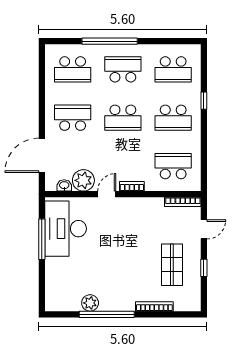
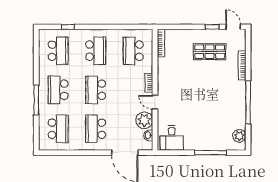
window: (110, 41) -> (36, 100), width x0.68
window: (204, 101) -> (68, 27), moved
school desk: (123, 118) -> (96, 90), turned 180
desk: (66, 229) -> (172, 138), width x0.53, depth x0.77
door: (204, 229) -> (233, 27), moved
window: (42, 239) -> (210, 153), moved
plant: (90, 303) -> (239, 136), moved

